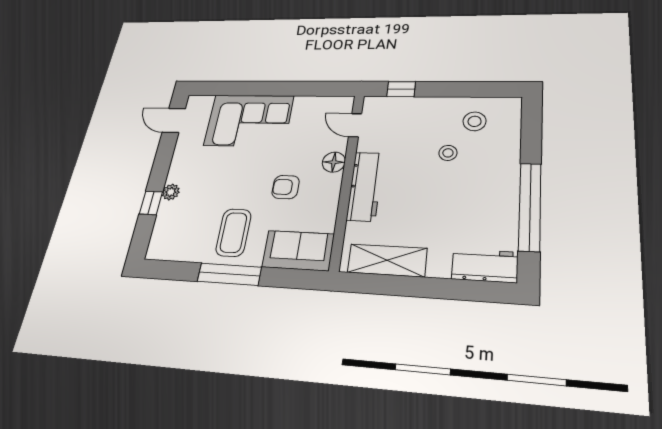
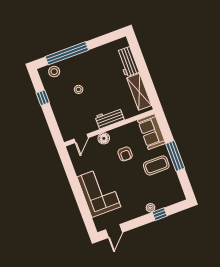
window: (401, 89) -> (43, 98), moved
stool: (475, 121) -> (54, 72), moved
workbench: (365, 186) -> (110, 118), width x0.73
window: (530, 206) -> (67, 53), moved
workbench: (485, 266) -> (128, 62), moved

